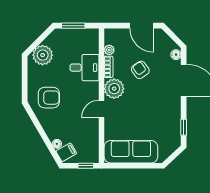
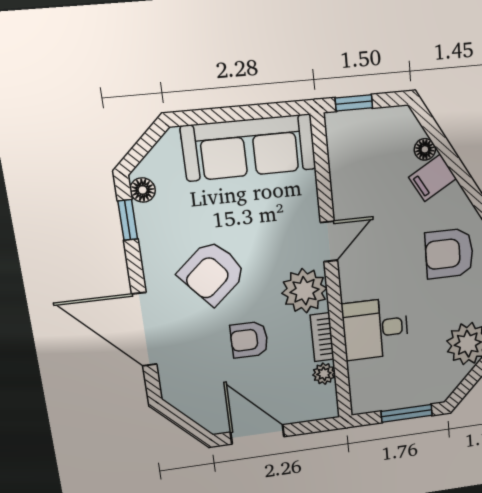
floor lamp: (176, 55) -> (143, 190), moved
armchair: (140, 70) -> (249, 340), turned 125
armchair: (152, 101) -> (212, 273), added
filing cabinet: (66, 152) -> (433, 178), moved

